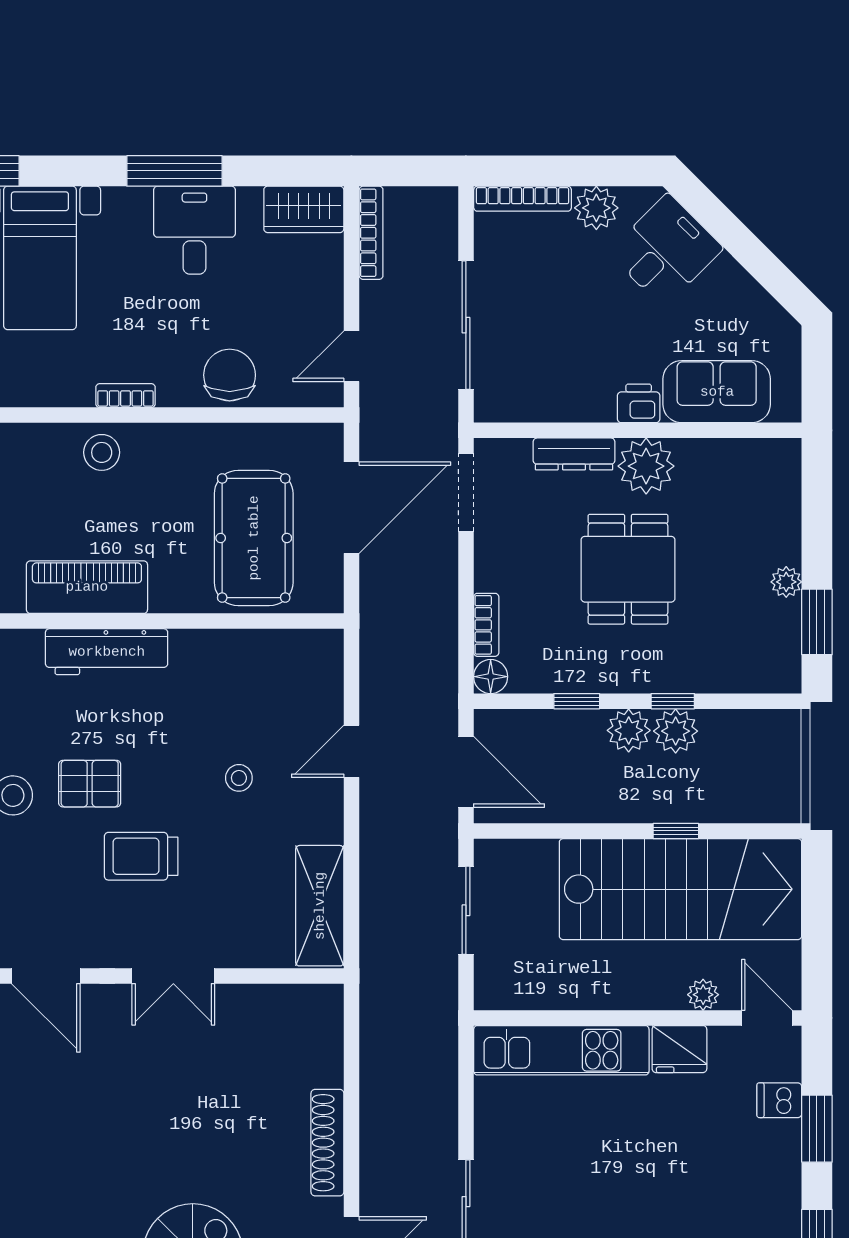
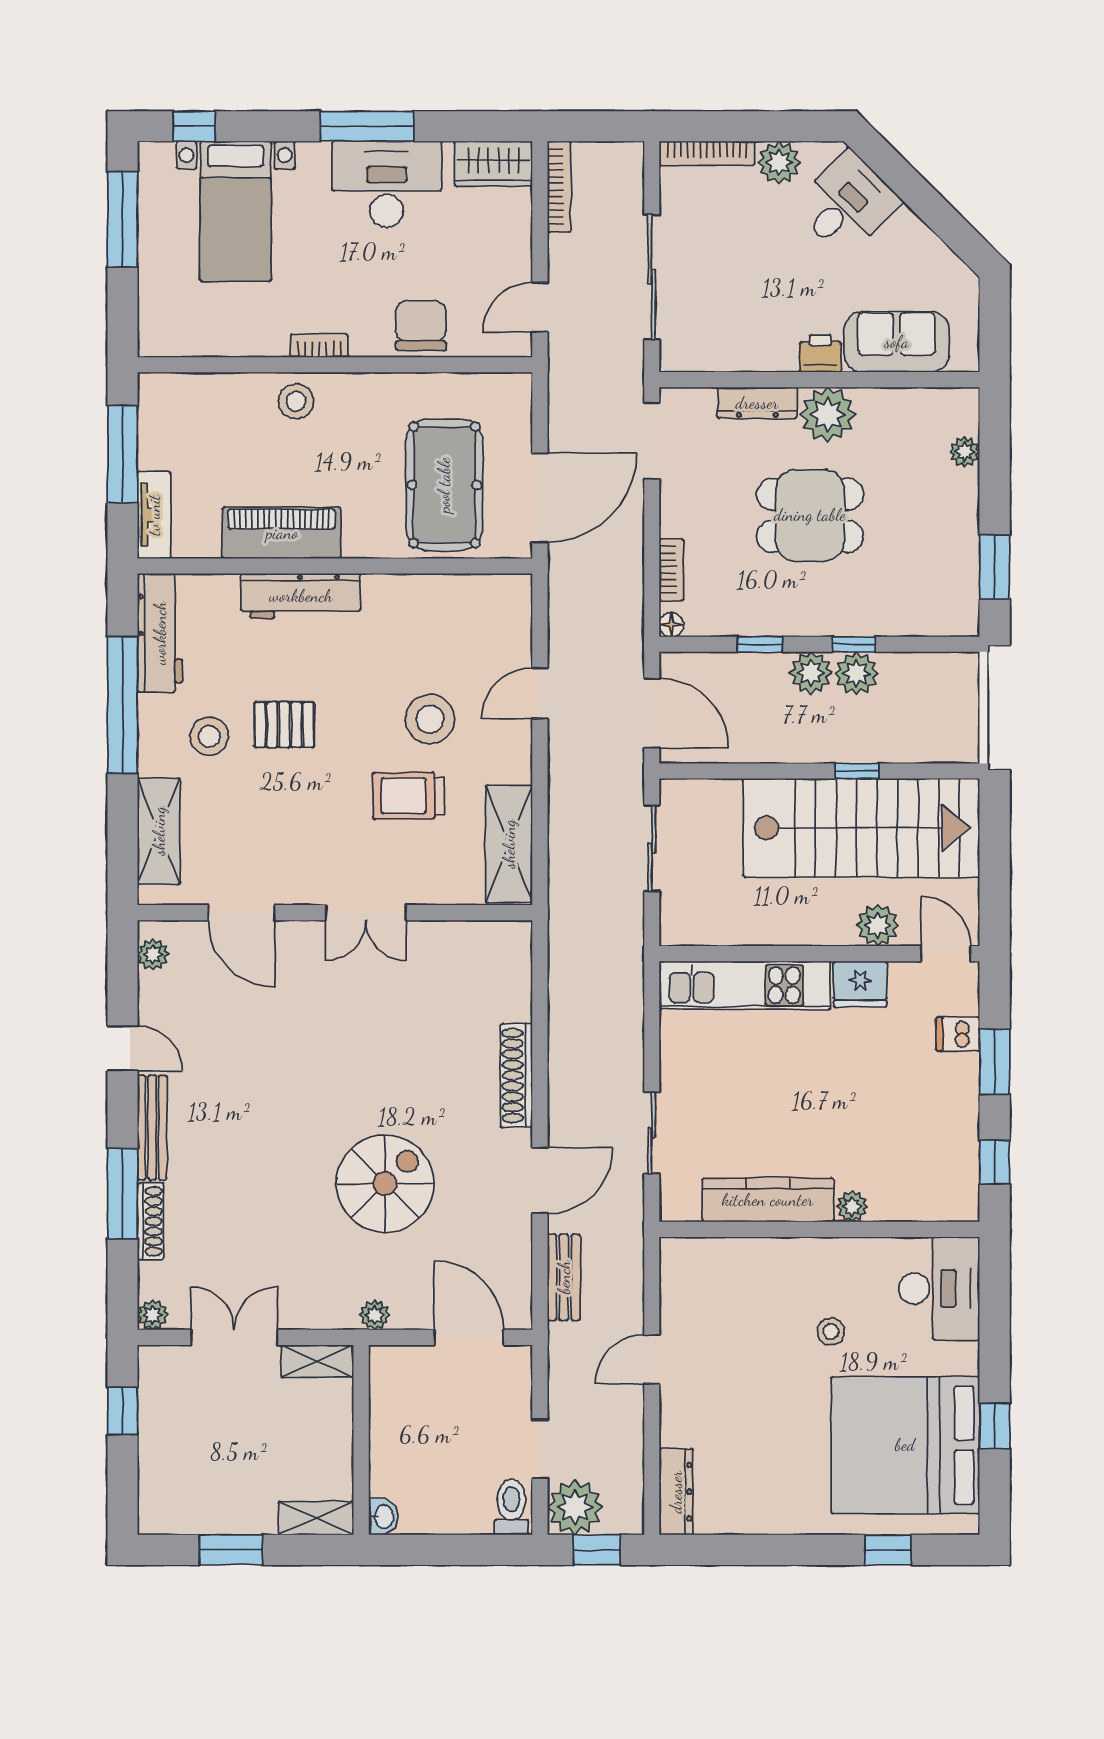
desk: (194, 230) -> (387, 184), width x1.37
door: (351, 508) -> (540, 498), moved
dining table: (628, 569) -> (810, 515), turned 90
plant: (786, 582) -> (965, 452), moved
floor lamp: (491, 677) -> (671, 625), width x0.73, depth x0.73
stool: (239, 778) -> (430, 719), width x1.89, depth x1.89
trolley: (141, 856) -> (409, 796), moved
plant: (703, 995) -> (878, 925), width x1.38, depth x1.38

